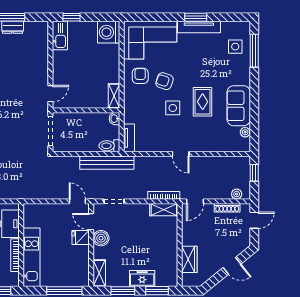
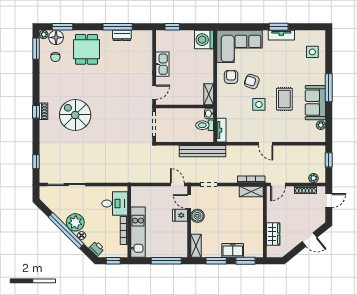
tv unit: (199, 27) -> (281, 35), width x0.71
kitchen sink: (60, 36) -> (162, 64), moved
window: (254, 51) -> (329, 88), moved
toilet: (109, 146) -> (205, 125), moved

